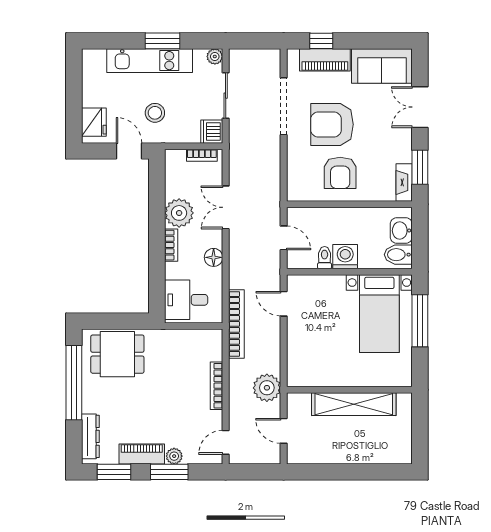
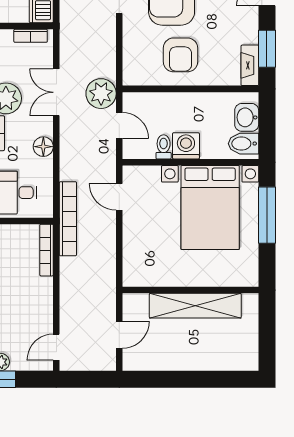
bed with nightstands: (379, 314) -> (210, 208), width x1.36
bookcase: (217, 386) -> (47, 250), moved
plant: (267, 388) -> (101, 94), moved
door: (284, 431) -> (119, 335), swing flipped

